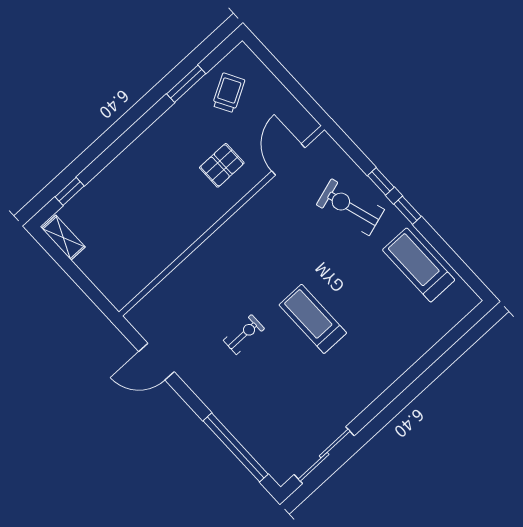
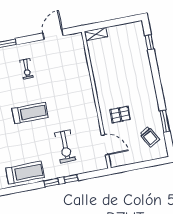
pallet: (222, 165) -> (120, 115), turned 90
exercise bike: (350, 207) -> (65, 147), moved, turned 107
shelving: (63, 238) -> (96, 34), moved
exercise bike: (244, 334) -> (27, 69), moved

